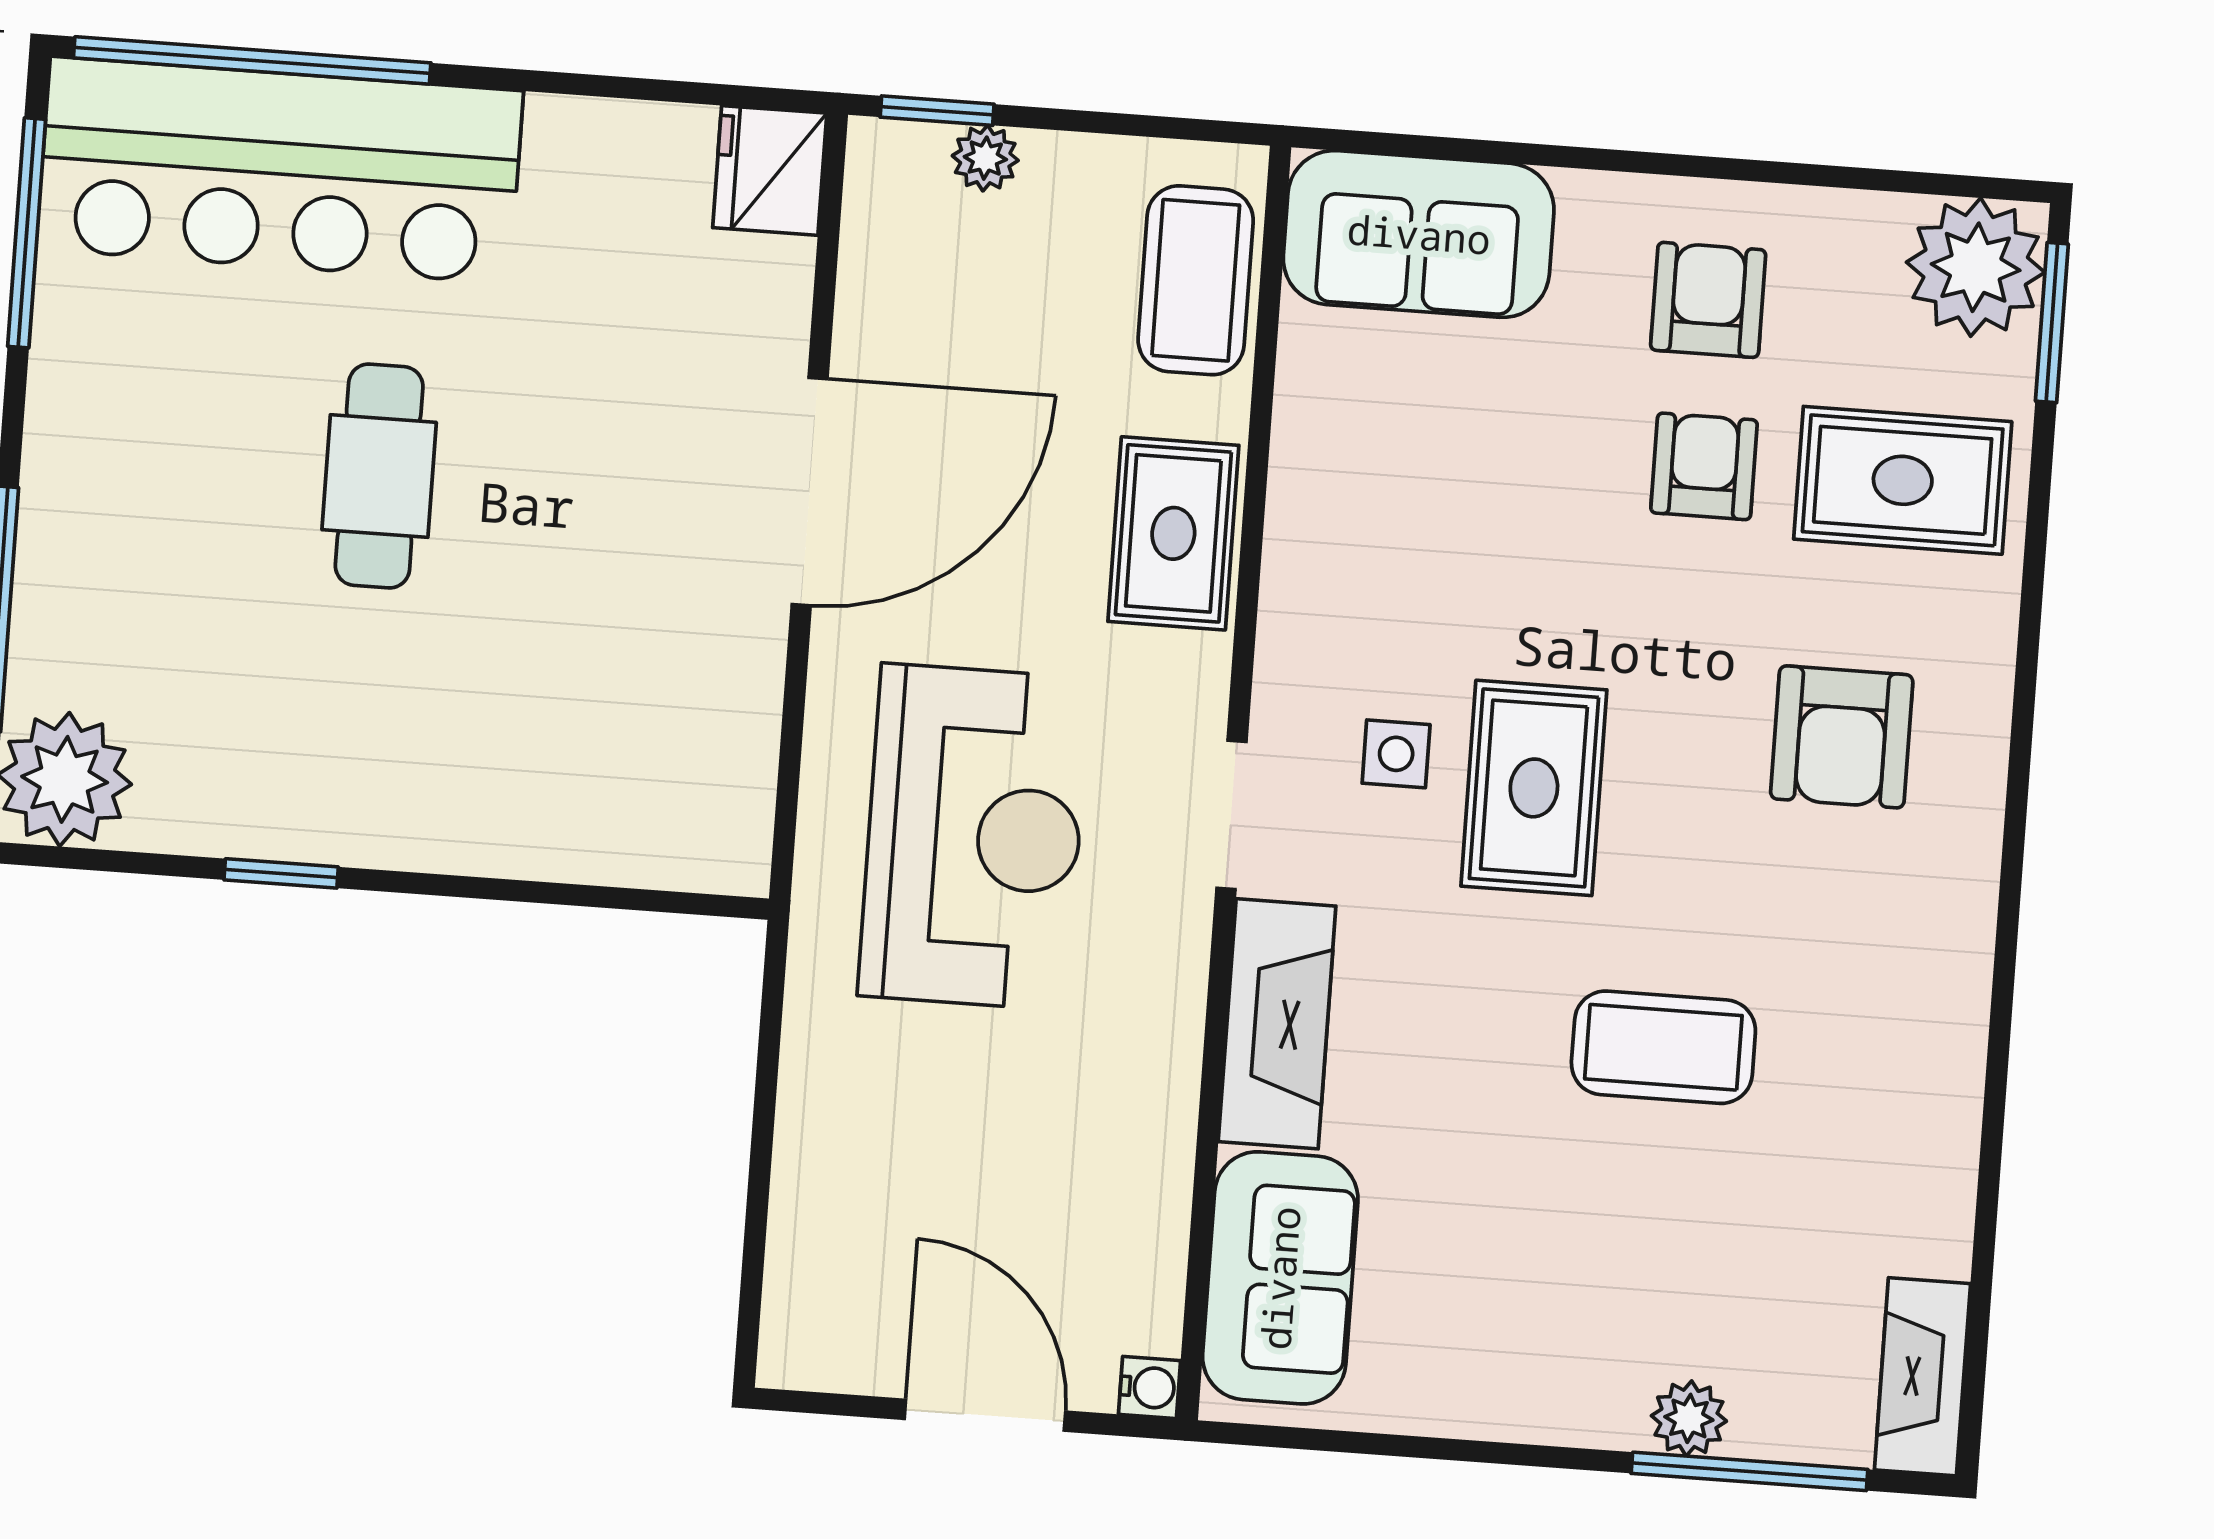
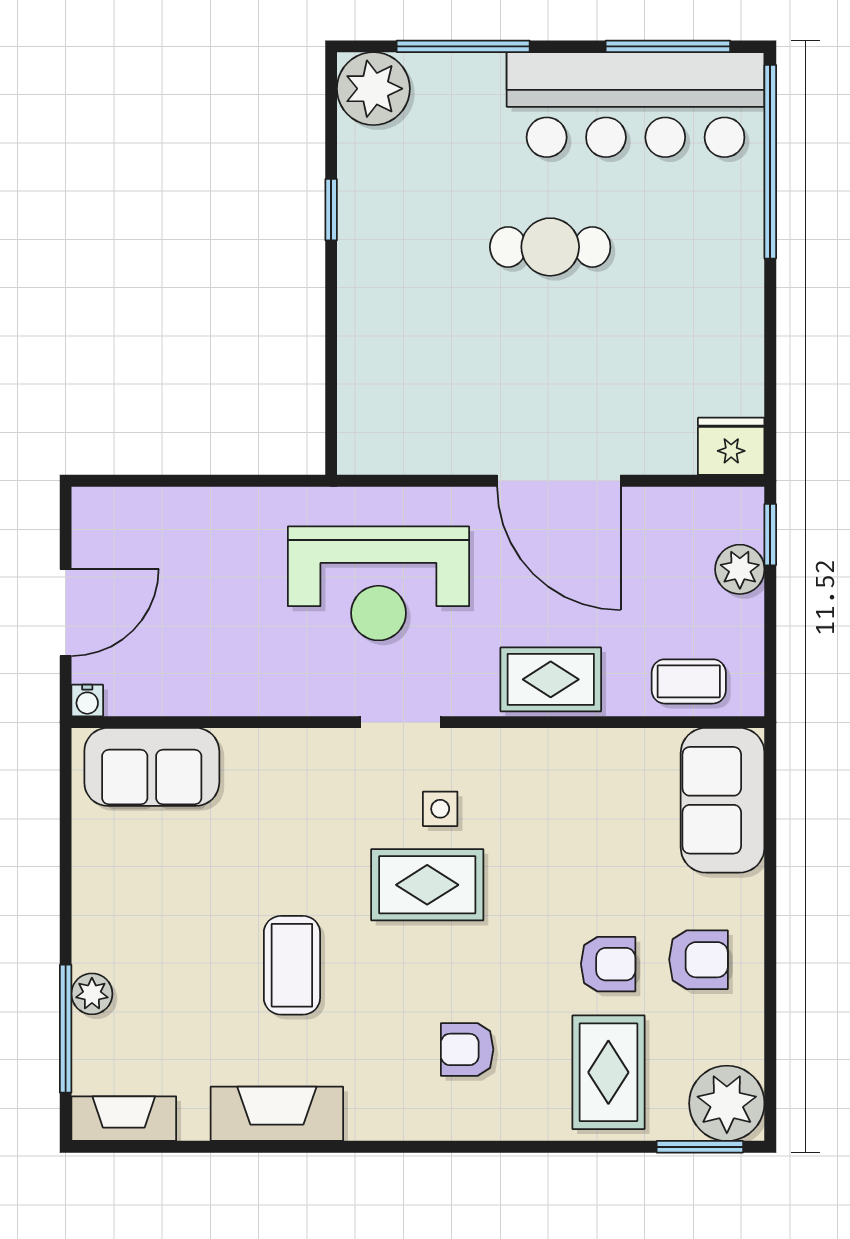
plant: (985, 158) -> (740, 569), width x1.38, depth x1.38
bar counter: (280, 170) -> (636, 105), moved, turned -90
coffee table: (1196, 280) -> (689, 681), width x0.73, depth x0.77
armchair: (1842, 737) -> (467, 1049), width x0.72, depth x0.72
fireplace: (1277, 1024) -> (277, 1114), moved, turned 180

